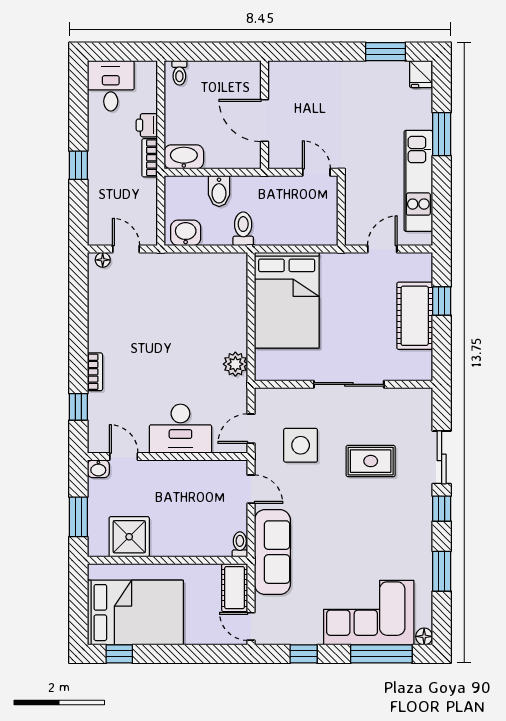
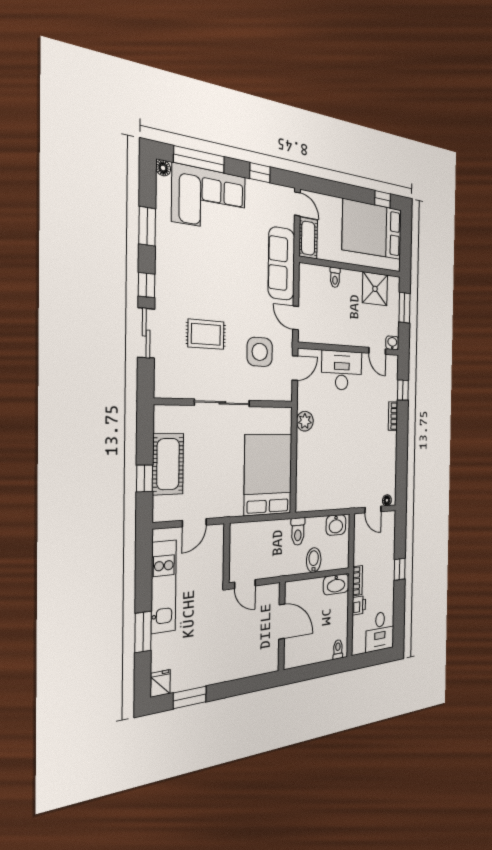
toilet: (240, 544) -> (335, 277), moved

